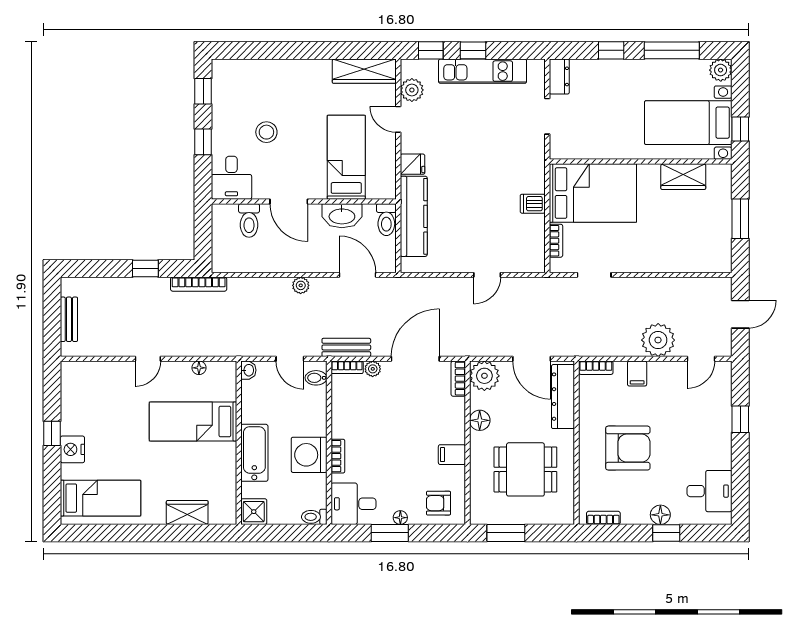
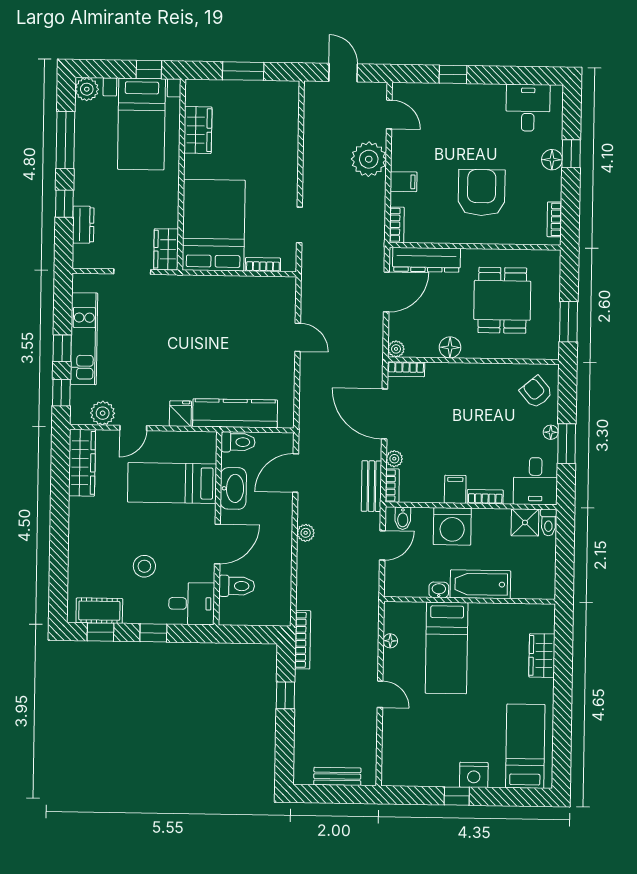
dresser: (559, 76) -> (83, 225), moved, turned 90
cot: (223, 90) -> (99, 611), added
wardrobe: (569, 148) -> (166, 249), added
dishwasher: (533, 204) -> (224, 288), removed
washbasin: (248, 370) -> (439, 590), moved
plant: (484, 376) -> (396, 349), width x0.53, depth x0.53
washing machine: (309, 455) -> (452, 526), moved
filing cabinet: (452, 455) -> (455, 489), moved, turned 180
armchair: (438, 503) -> (536, 392), turned 140
shower: (254, 512) -> (525, 522), moved

